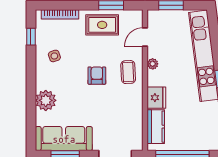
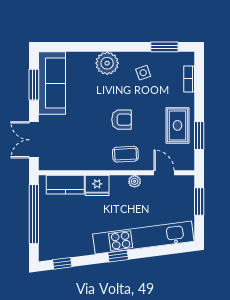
bookcase: (60, 14) -> (189, 79), width x0.64
window: (31, 37) -> (164, 47), width x1.50
plant: (46, 100) -> (107, 63), moved

